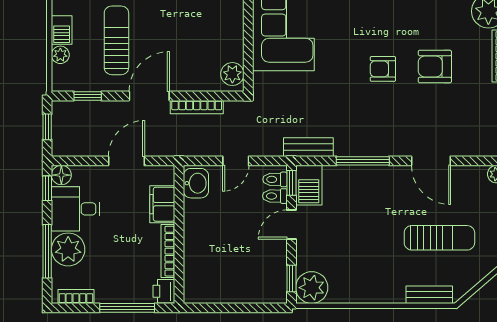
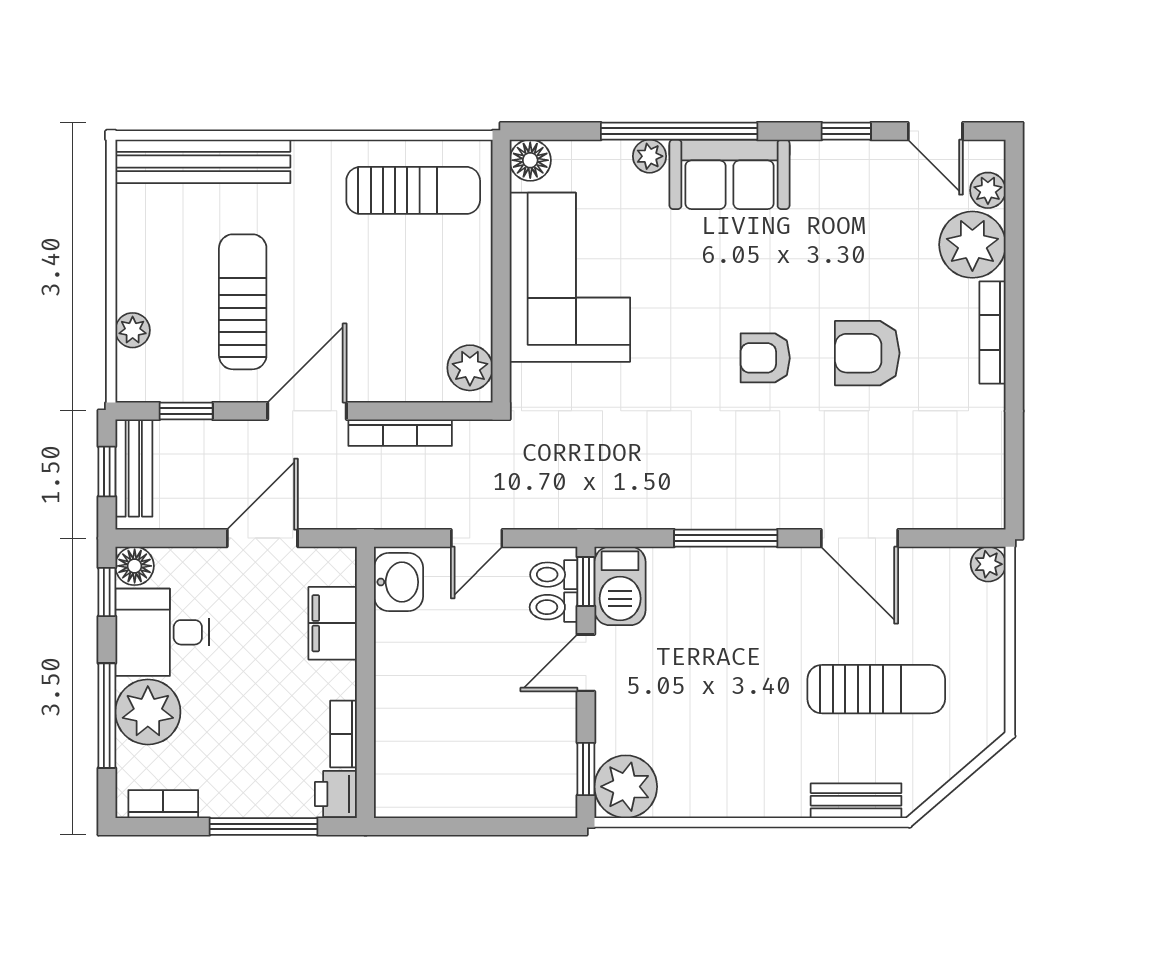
barbecue: (62, 30) -> (135, 281), removed
bench: (308, 147) -> (134, 468), moved, turned 90
bookcase: (168, 251) -> (344, 734), width x0.64

